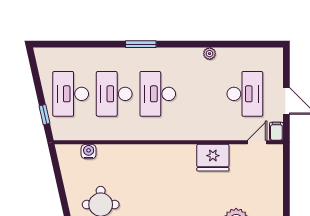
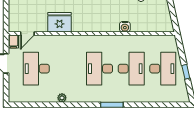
desk: (158, 94) -> (100, 69), turned 180
window: (45, 115) -> (186, 72), moved
water cooler: (89, 152) -> (125, 27), moved

